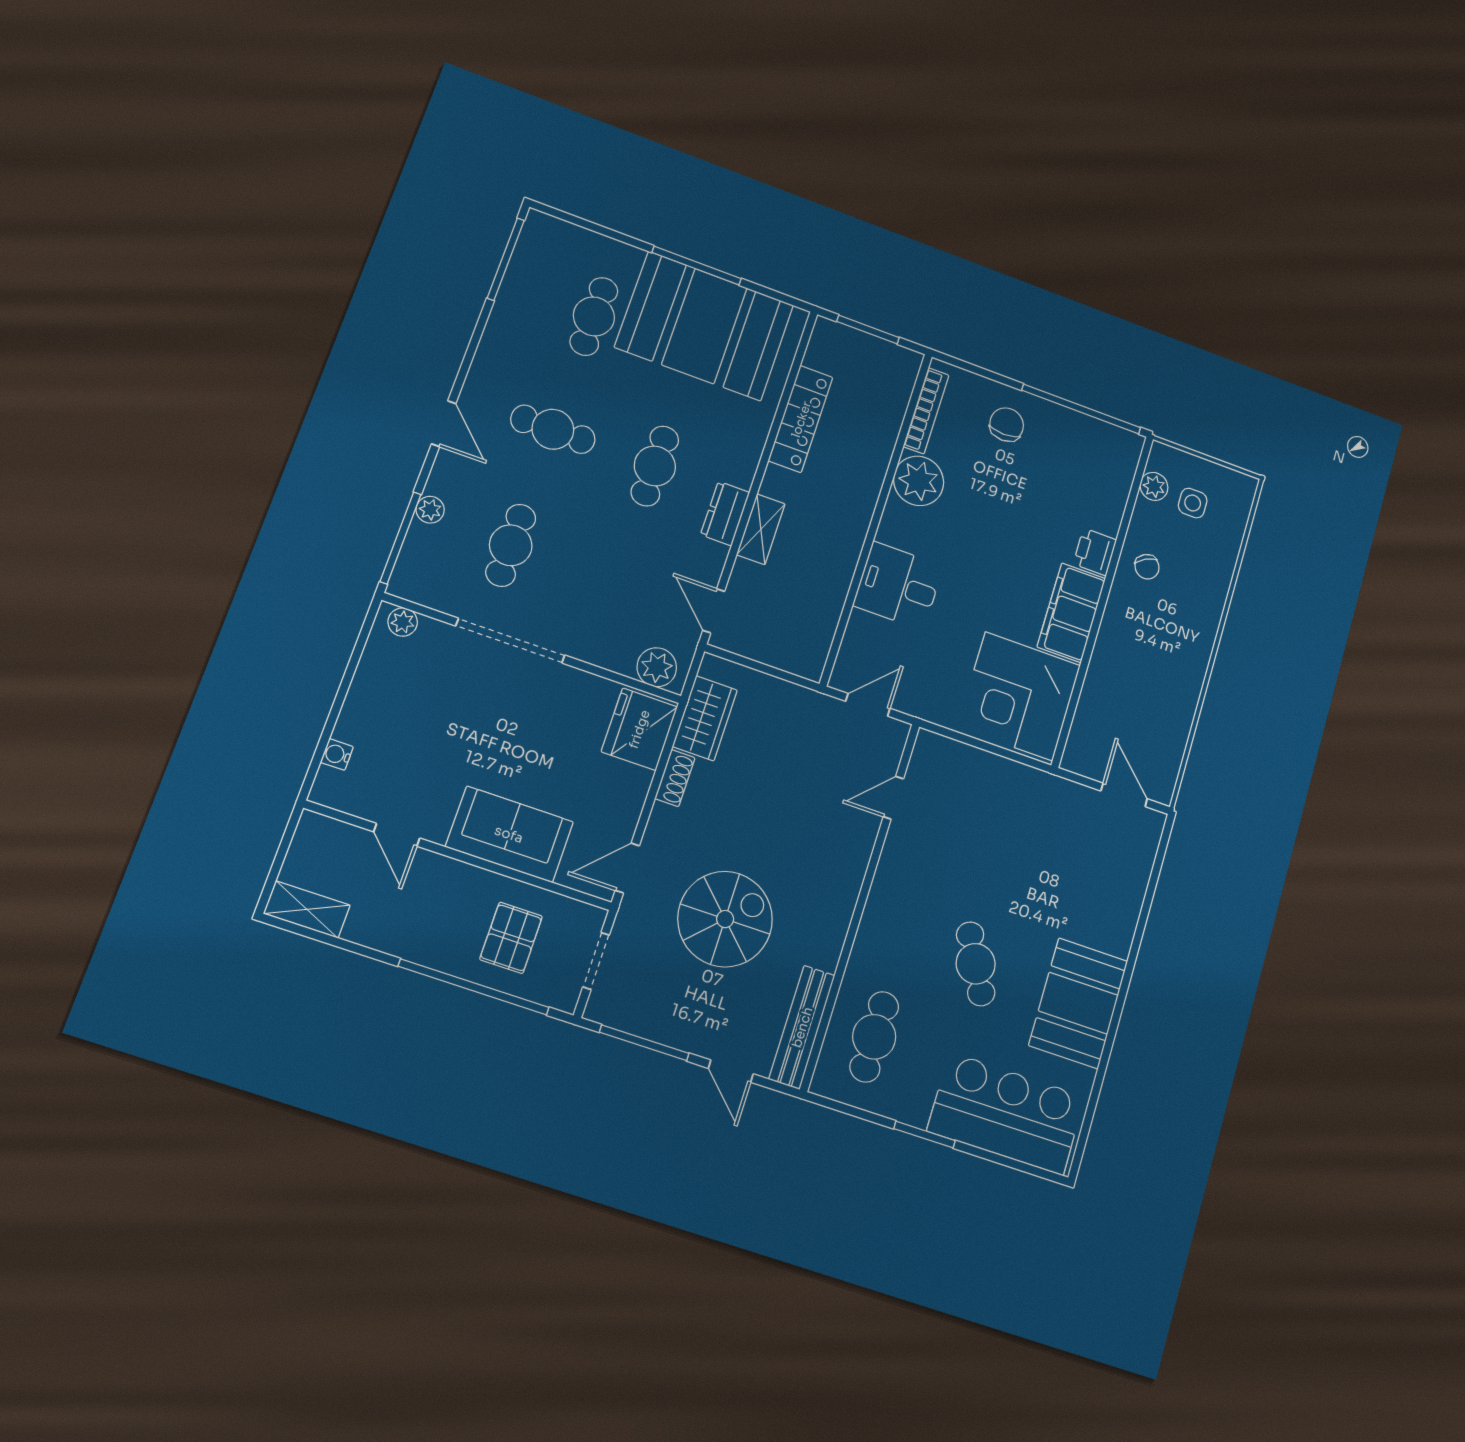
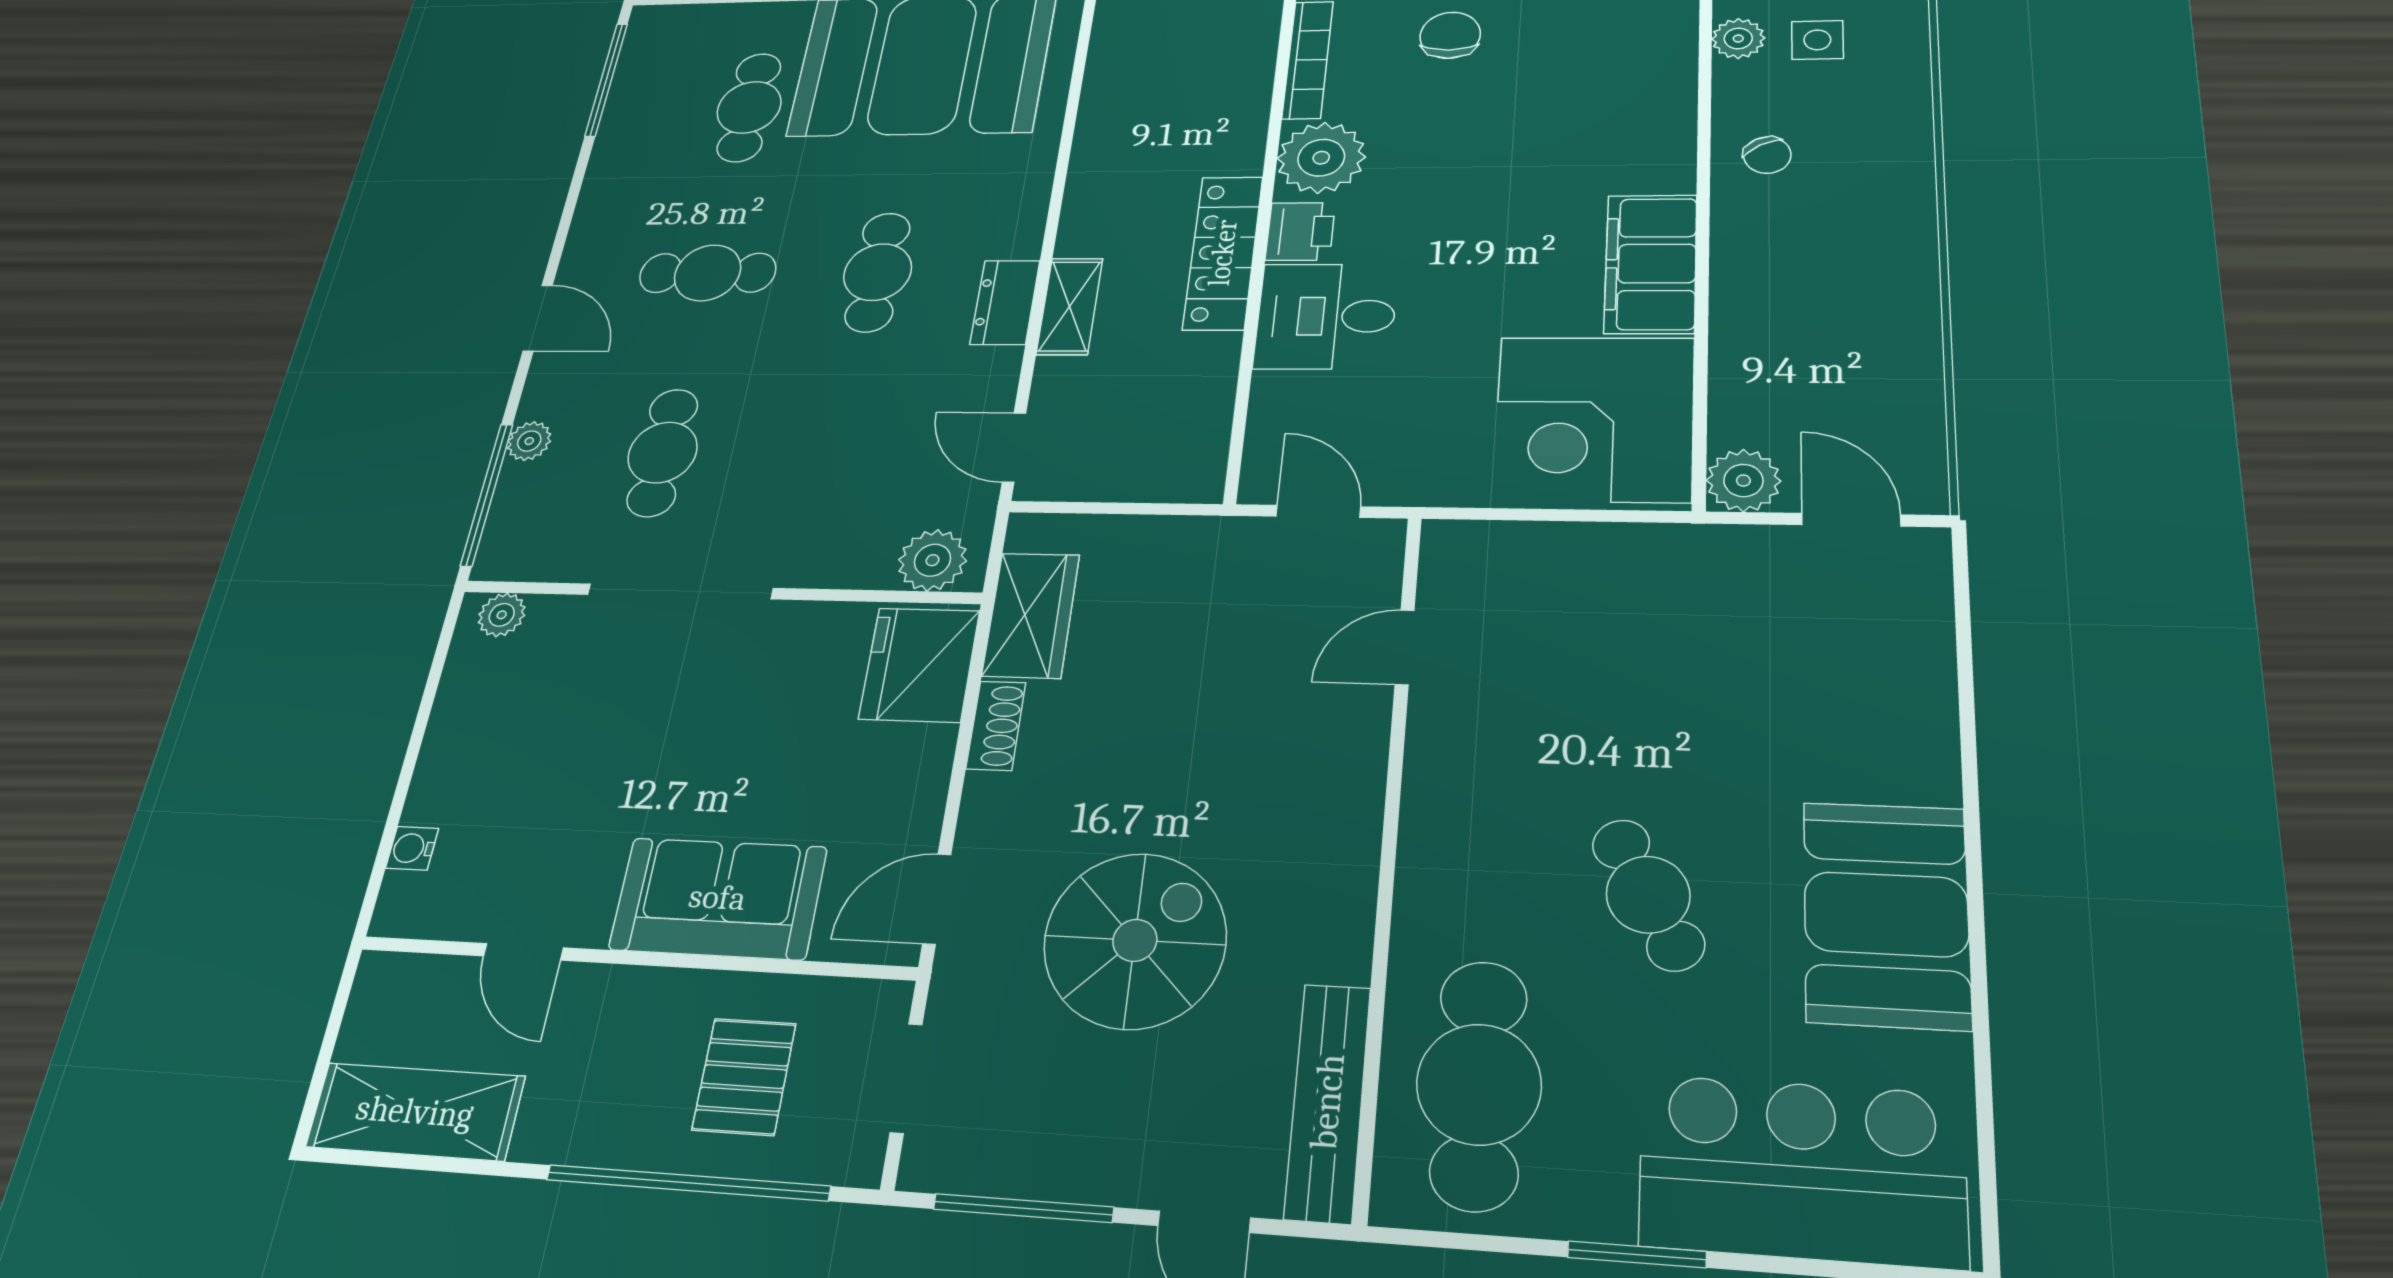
locker: (801, 419) -> (1223, 253), moved, turned 180
printer: (1095, 552) -> (1300, 231), moved, turned 180
door: (868, 705) -> (1318, 511), hinge flipped
plant: (1081, 756) -> (1743, 481), added
shelving: (307, 909) -> (415, 1112), width x1.50, depth x1.33
cafe table: (874, 1037) -> (1479, 1084), width x1.37, depth x1.35

